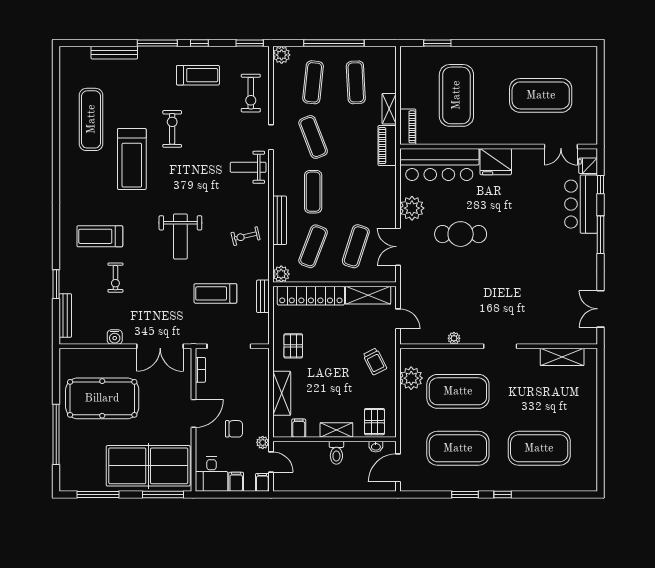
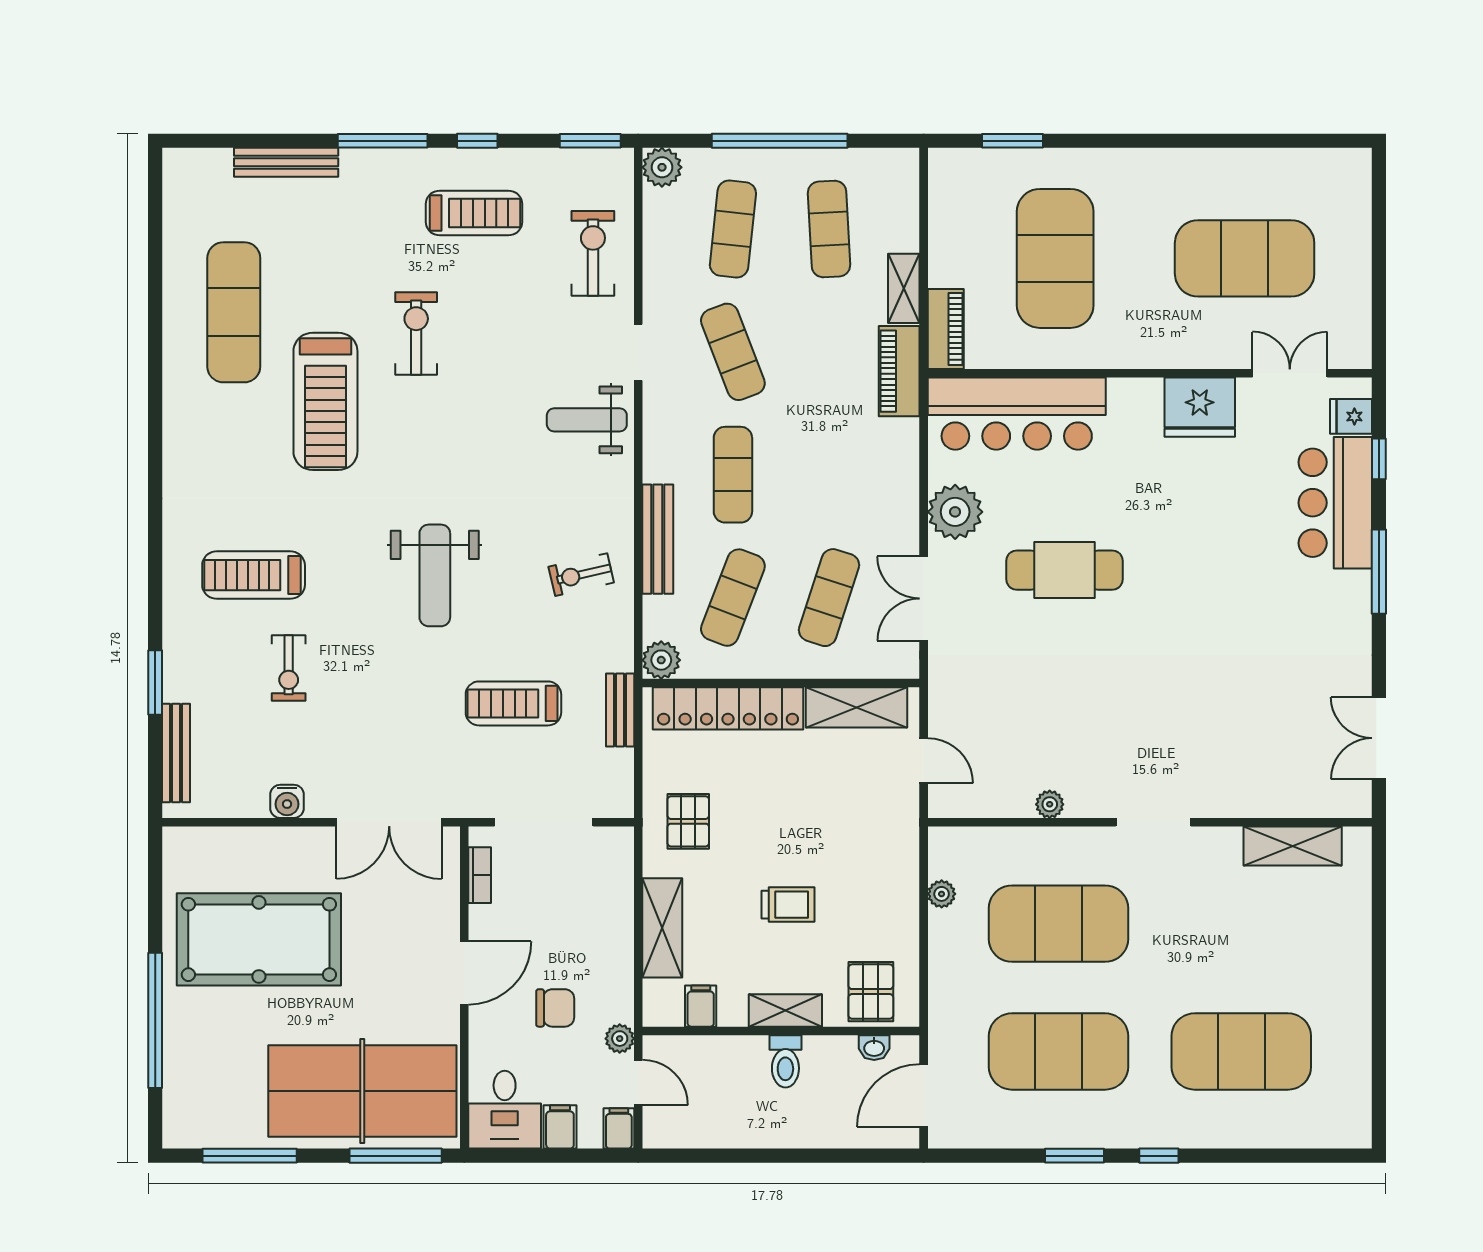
exercise bike: (251, 93) -> (593, 253), turned 180
double door: (561, 147) -> (1290, 373), swing flipped
fridge: (496, 162) -> (1200, 407), moved
trolley: (375, 361) -> (788, 905), moved, turned -63
plant: (411, 378) -> (942, 894), width x0.53, depth x0.53

